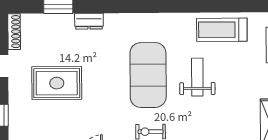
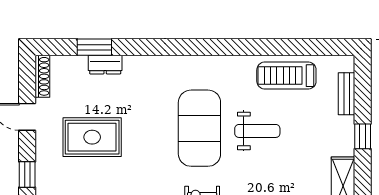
dresser: (89, 21) -> (105, 65), moved
weight bench: (197, 77) -> (257, 131), turned 90

